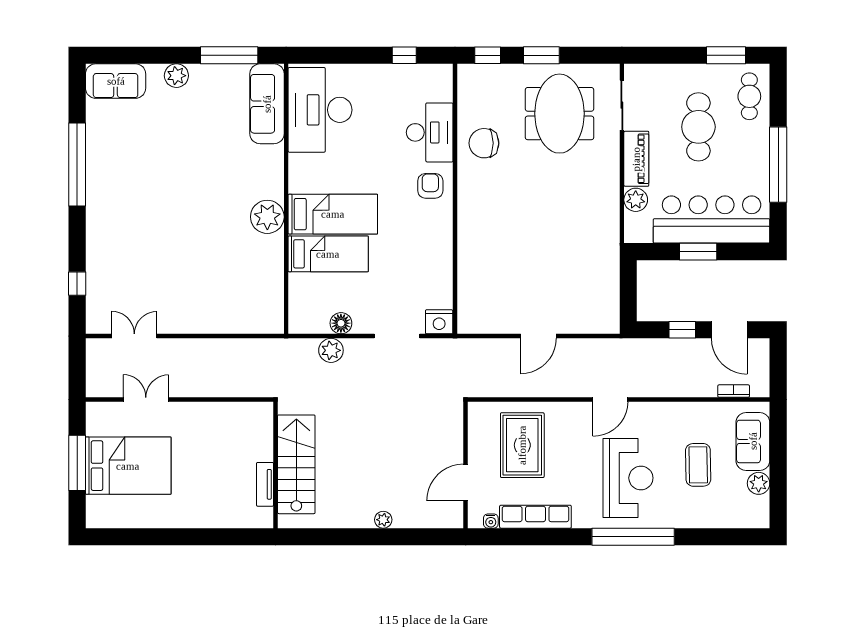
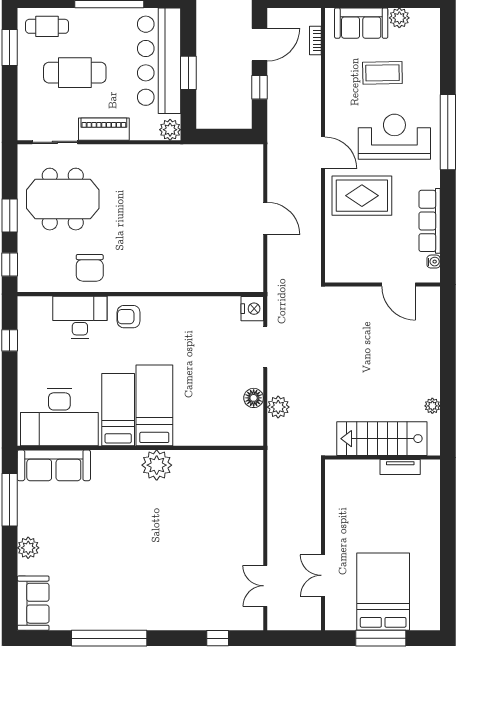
plant: (636, 200) -> (170, 130), moved
bed: (328, 254) -> (118, 410), moved
rug: (522, 445) -> (362, 196), moved
plant: (383, 520) -> (432, 406), moved

